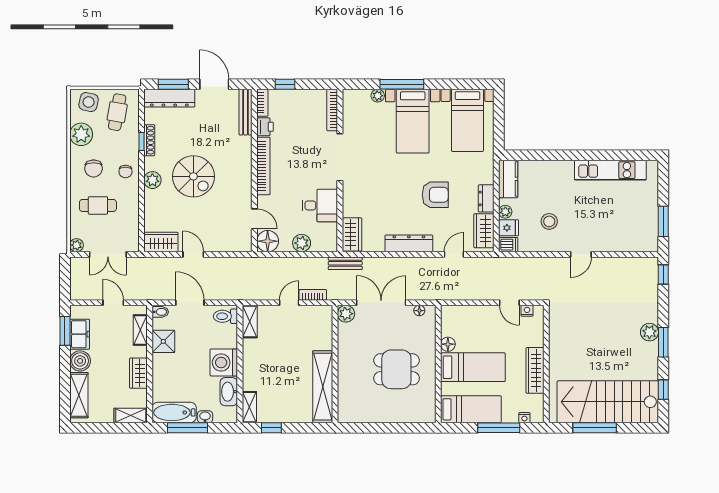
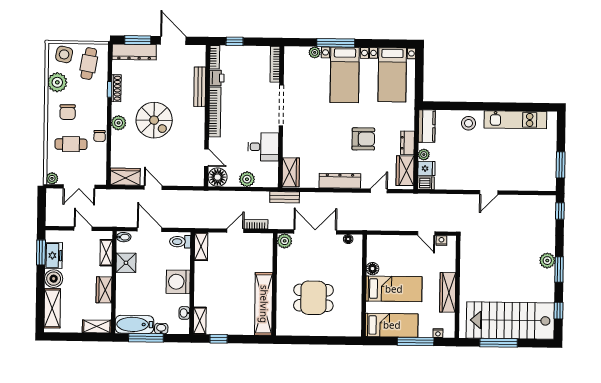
bench: (246, 112) -> (200, 87), moved
chair: (125, 172) -> (100, 136), moved
stool: (549, 221) -> (469, 123), moved
dining table: (396, 369) -> (313, 298), moved
washbasin: (229, 392) -> (184, 313), width x0.52, depth x0.69

